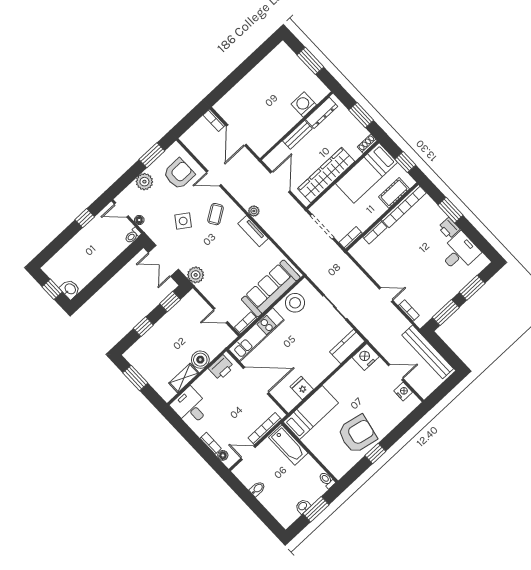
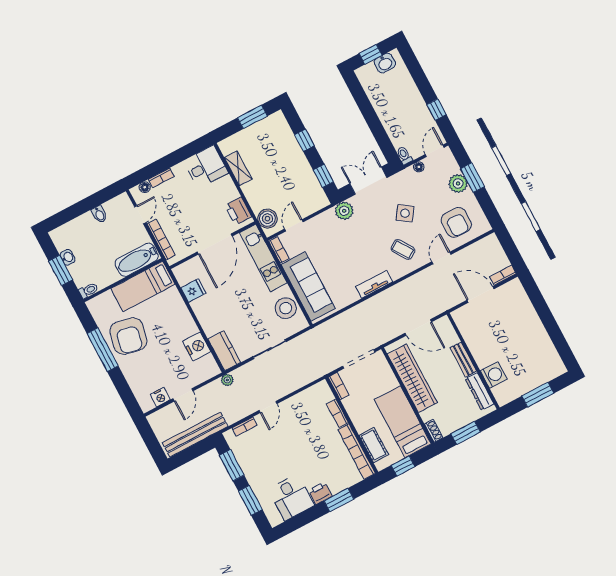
window: (152, 155) -> (472, 178), moved
plant: (254, 211) -> (227, 380), moved
washbasin: (70, 289) -> (385, 63), moved
nightstand: (366, 357) -> (197, 346), moved
boiler: (200, 360) -> (267, 219), moved
bed: (311, 412) -> (143, 286), moved, turned 90
window: (375, 453) -> (103, 350), width x2.17

